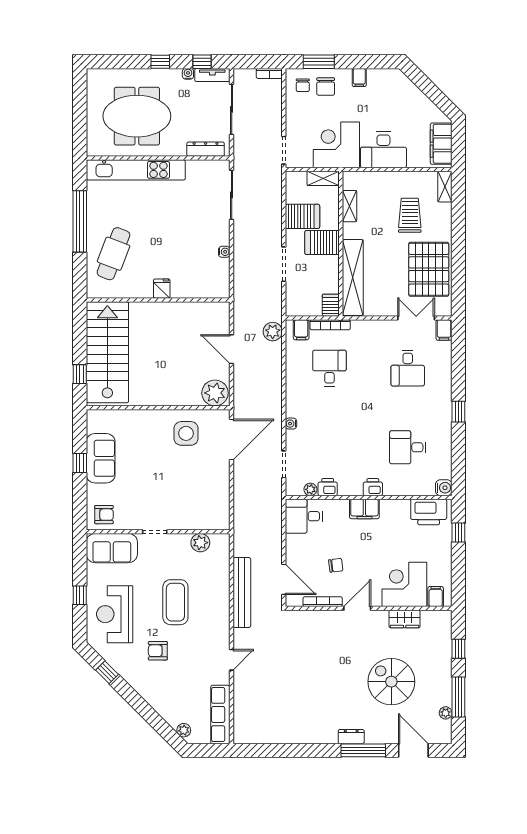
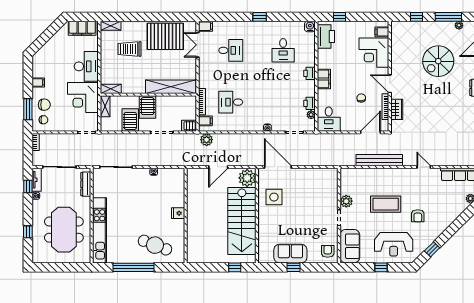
window: (160, 62) -> (28, 232), moved
shelving: (350, 206) -> (111, 89), moved
server rack: (331, 305) -> (189, 126), moved
stairs: (107, 352) -> (242, 221), moved, turned -90
plant: (200, 543) -> (346, 201), moved
wardrobe: (405, 619) -> (397, 109), moved

